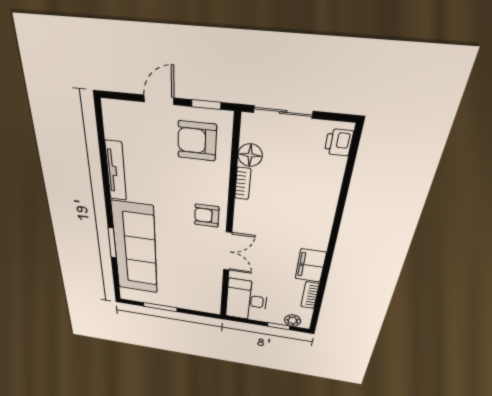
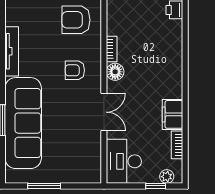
floor lamp: (250, 155) -> (115, 72), moved
armchair: (207, 216) -> (75, 70), moved

